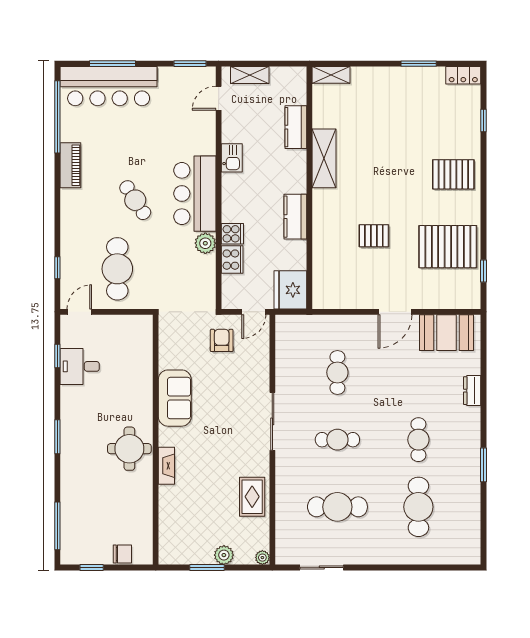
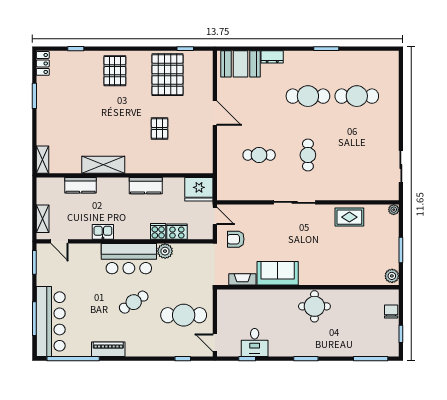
booth: (446, 333) -> (241, 64), moved, turned 90
cafe table: (418, 440) -> (308, 96), width x1.37, depth x1.35
fireplace: (166, 466) -> (242, 279), moved
cafe table: (337, 507) -> (357, 155), removed
plant: (224, 555) -> (392, 276), moved

